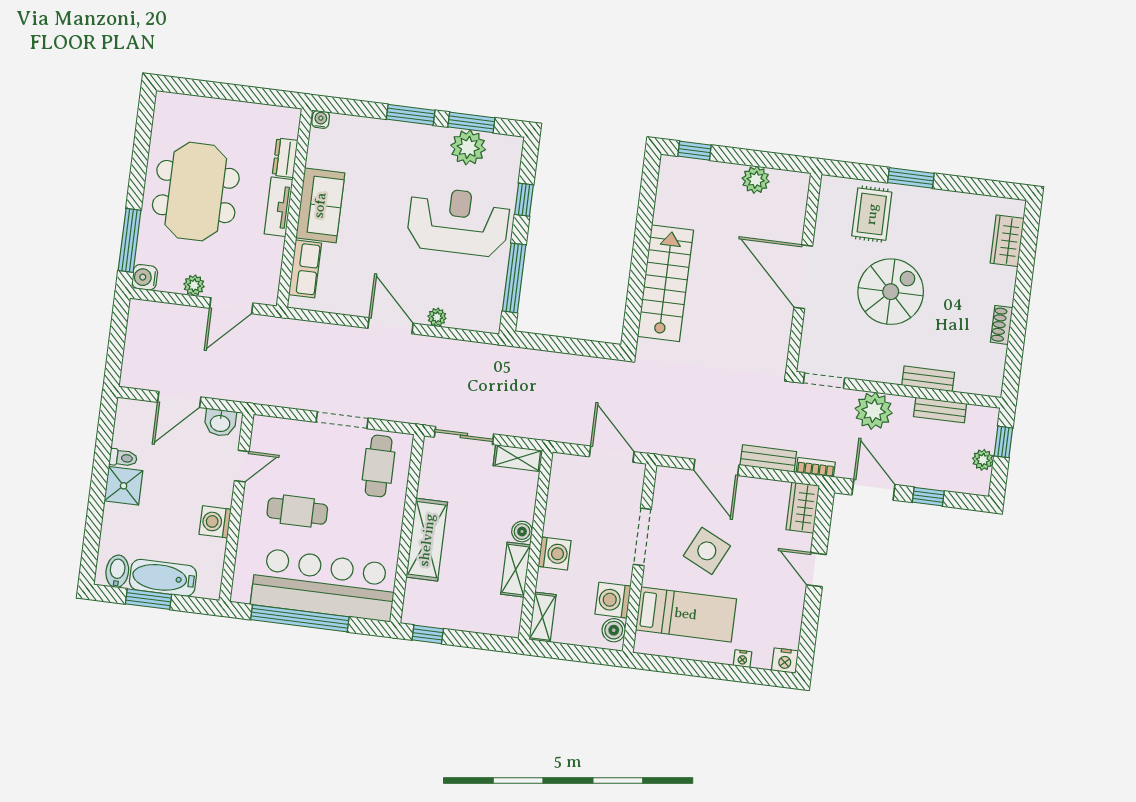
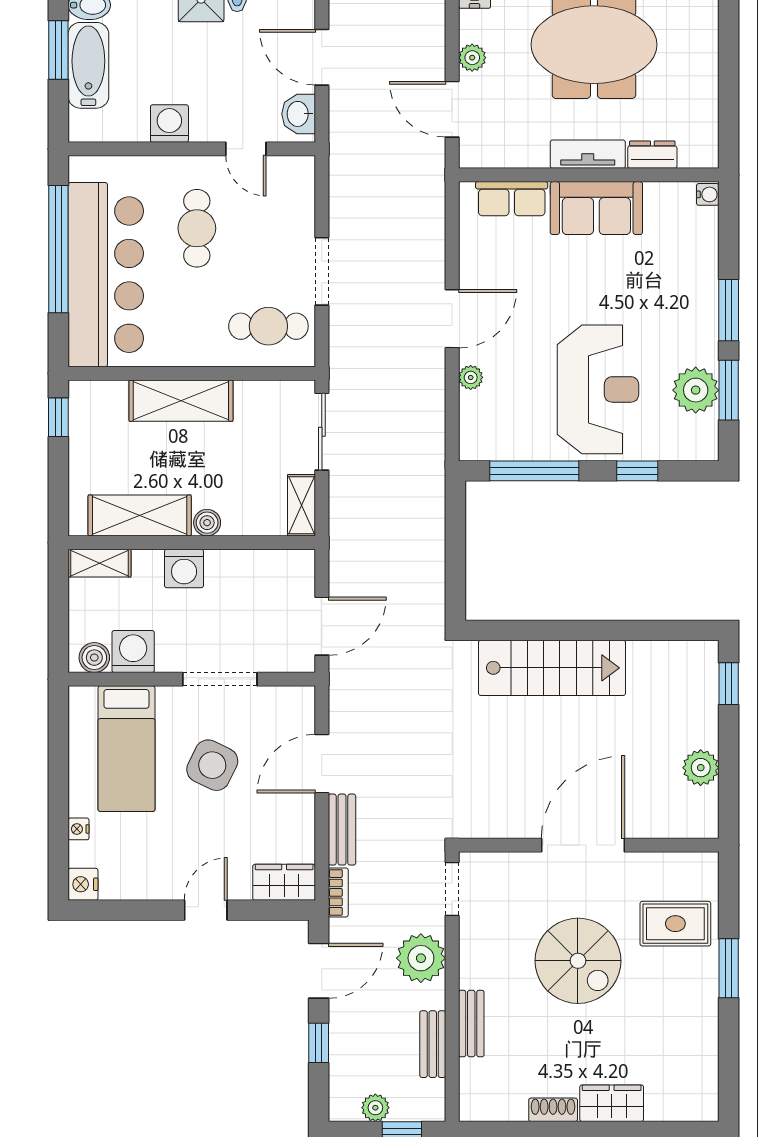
wardrobe: (1007, 241) -> (612, 1103), moved
shelving: (516, 570) -> (140, 515), width x1.50, depth x1.33

